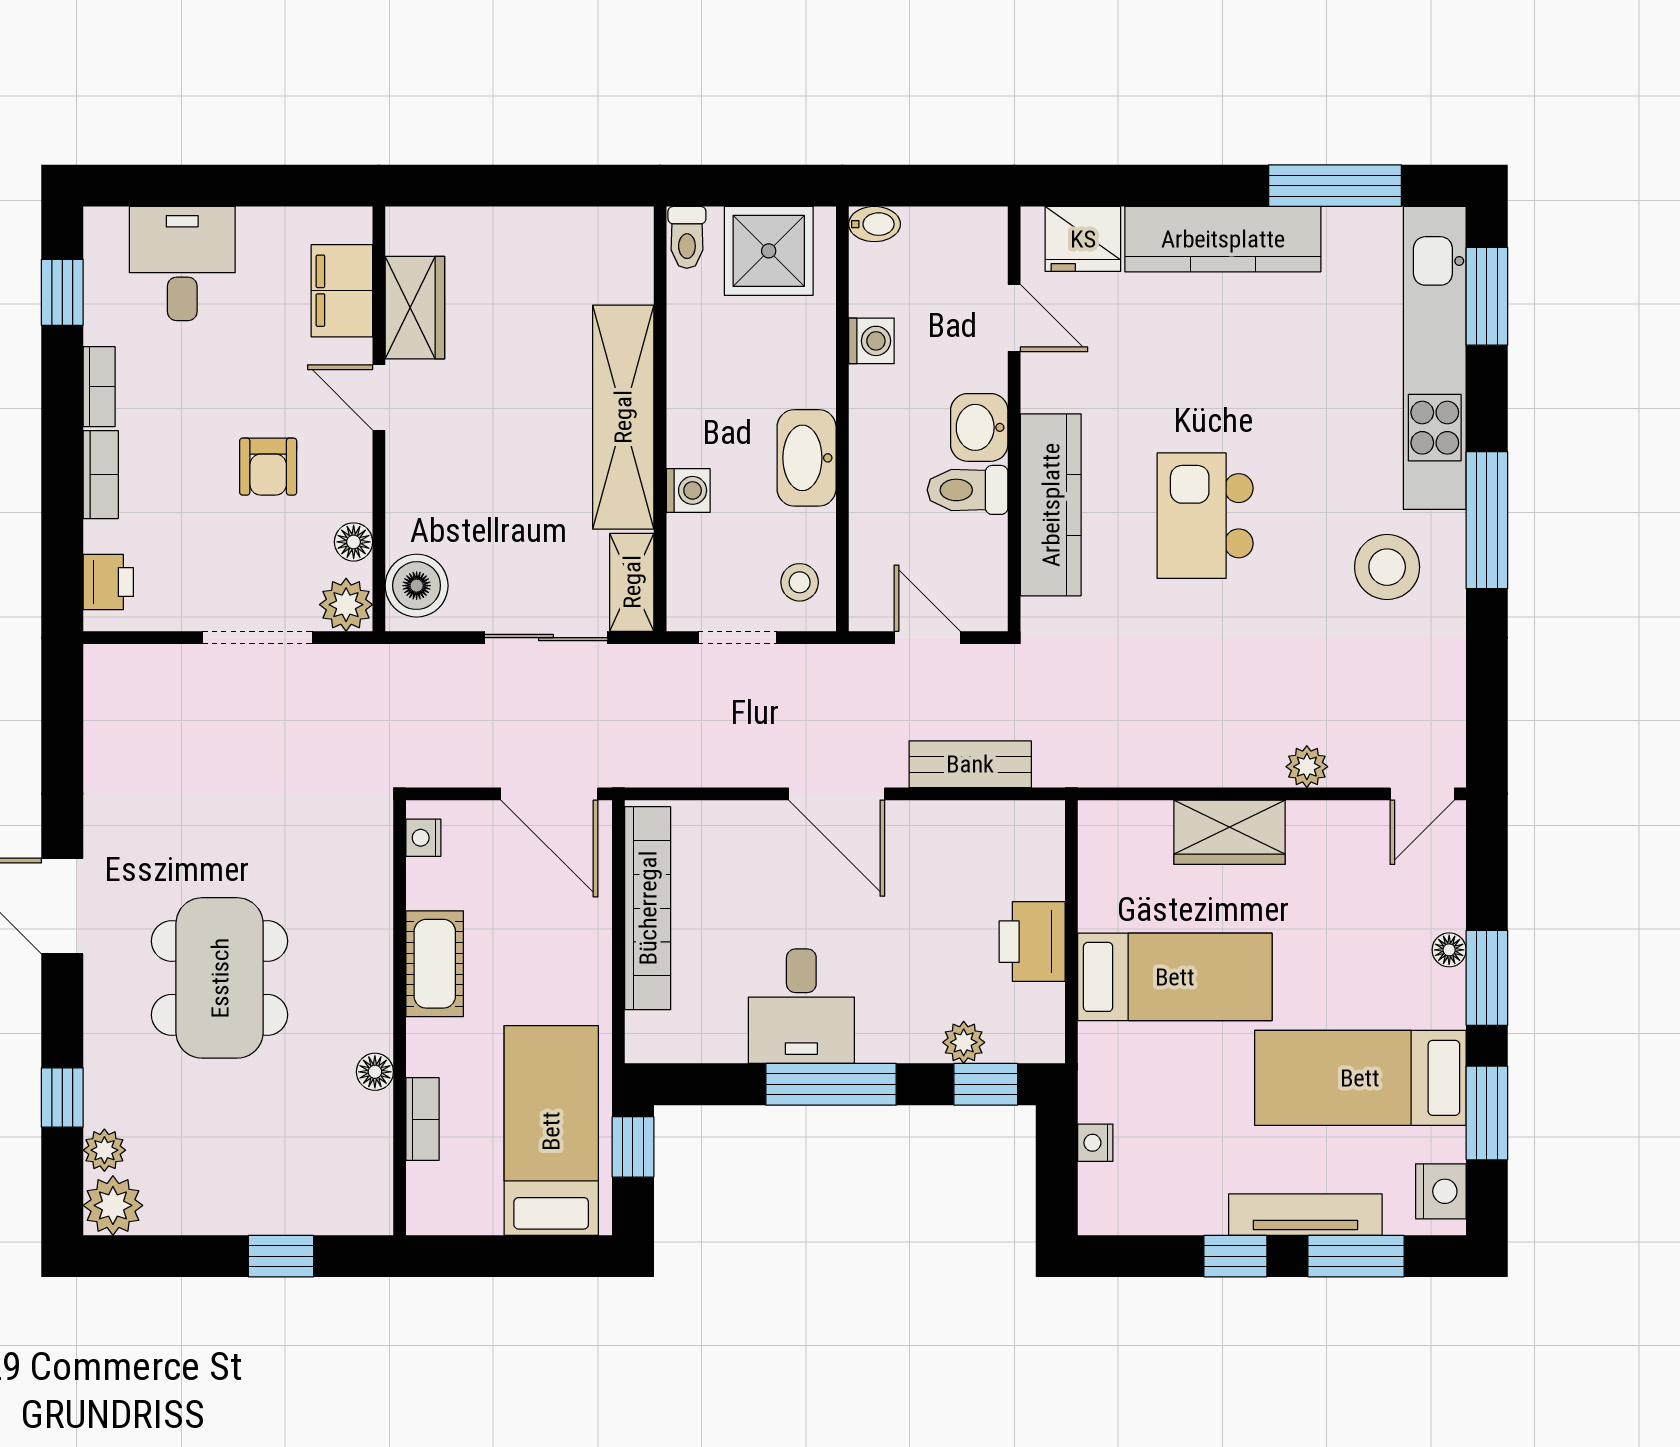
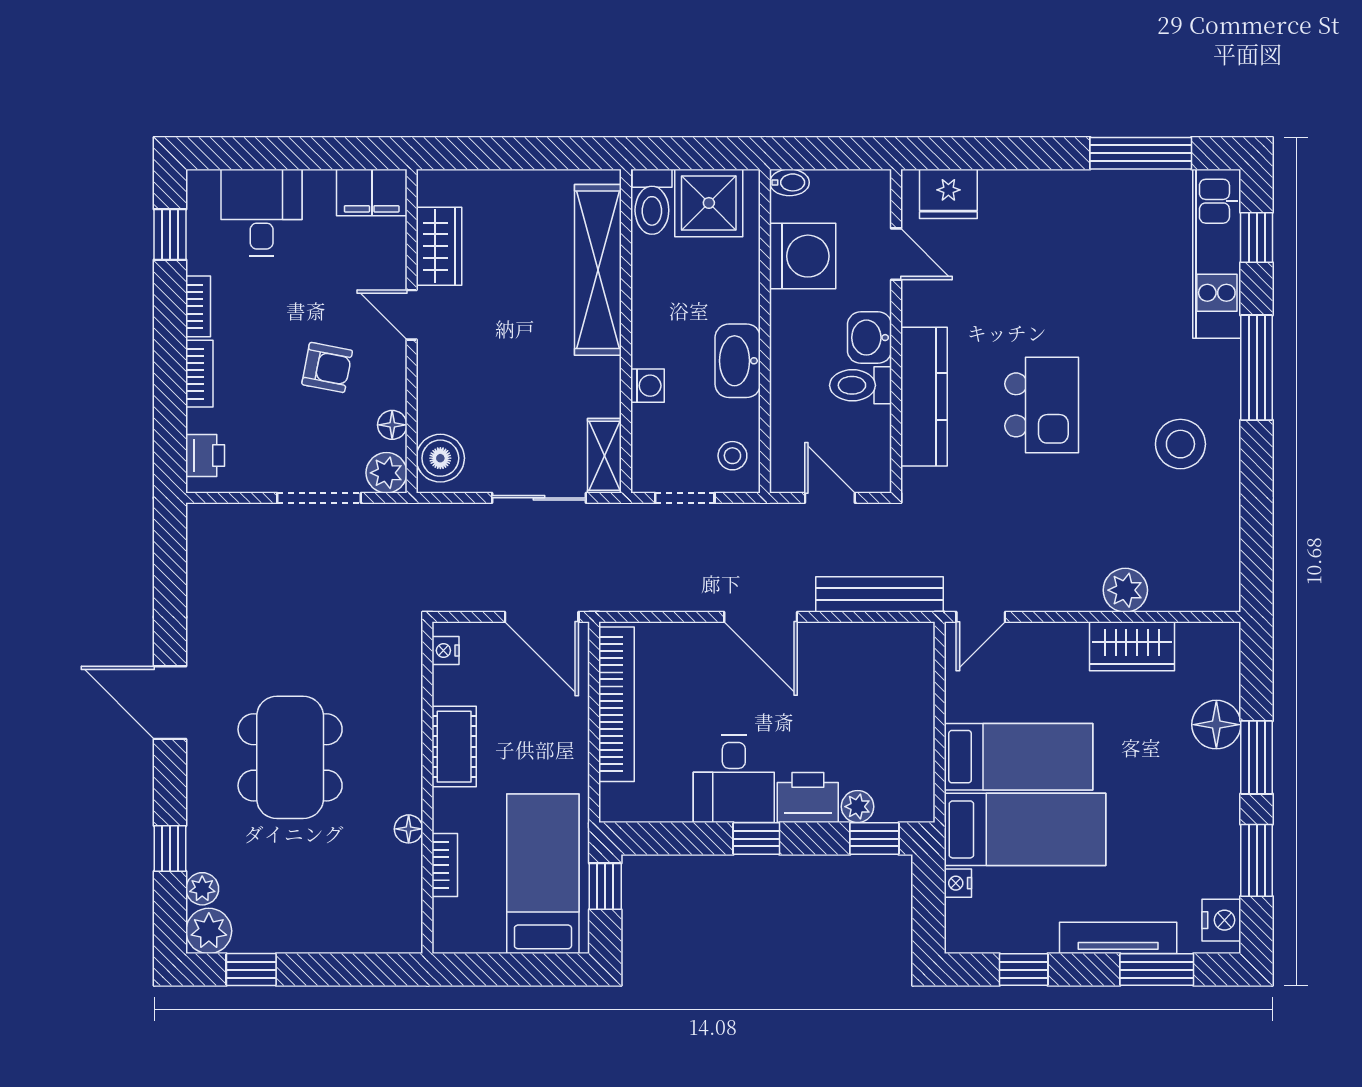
toilet: (687, 237) -> (652, 202), width x1.37, depth x1.39
kitchen counter: (1223, 239) -> (1055, 194), removed
filing cabinet: (342, 291) -> (372, 192), moved, turned -90
window: (1487, 296) -> (1257, 238), width x0.67
washing machine: (871, 341) -> (803, 256), width x1.89, depth x1.89
kitchen unit: (1435, 358) -> (1217, 254), width x0.73
shelving: (623, 417) -> (598, 270), moved
armchair: (268, 467) -> (327, 367), turned -79
kitchen island: (1205, 516) -> (1042, 405), turned 180
window: (1487, 520) -> (1257, 368), moved
bench: (970, 764) -> (879, 594), width x1.36
plant: (1307, 767) -> (1125, 590), width x1.38, depth x1.38
door: (1422, 794) -> (981, 617), moved
wardrobe: (1229, 832) -> (1132, 646), moved
printer: (1032, 942) -> (808, 798), moved, turned 90
floor lamp: (1449, 950) -> (1216, 725), width x1.89, depth x1.89
bed: (1360, 1078) -> (1025, 829), moved, turned 180
window: (831, 1084) -> (756, 839), width x0.46
window: (281, 1256) -> (251, 970), moved
window: (1235, 1256) -> (1024, 970), moved

